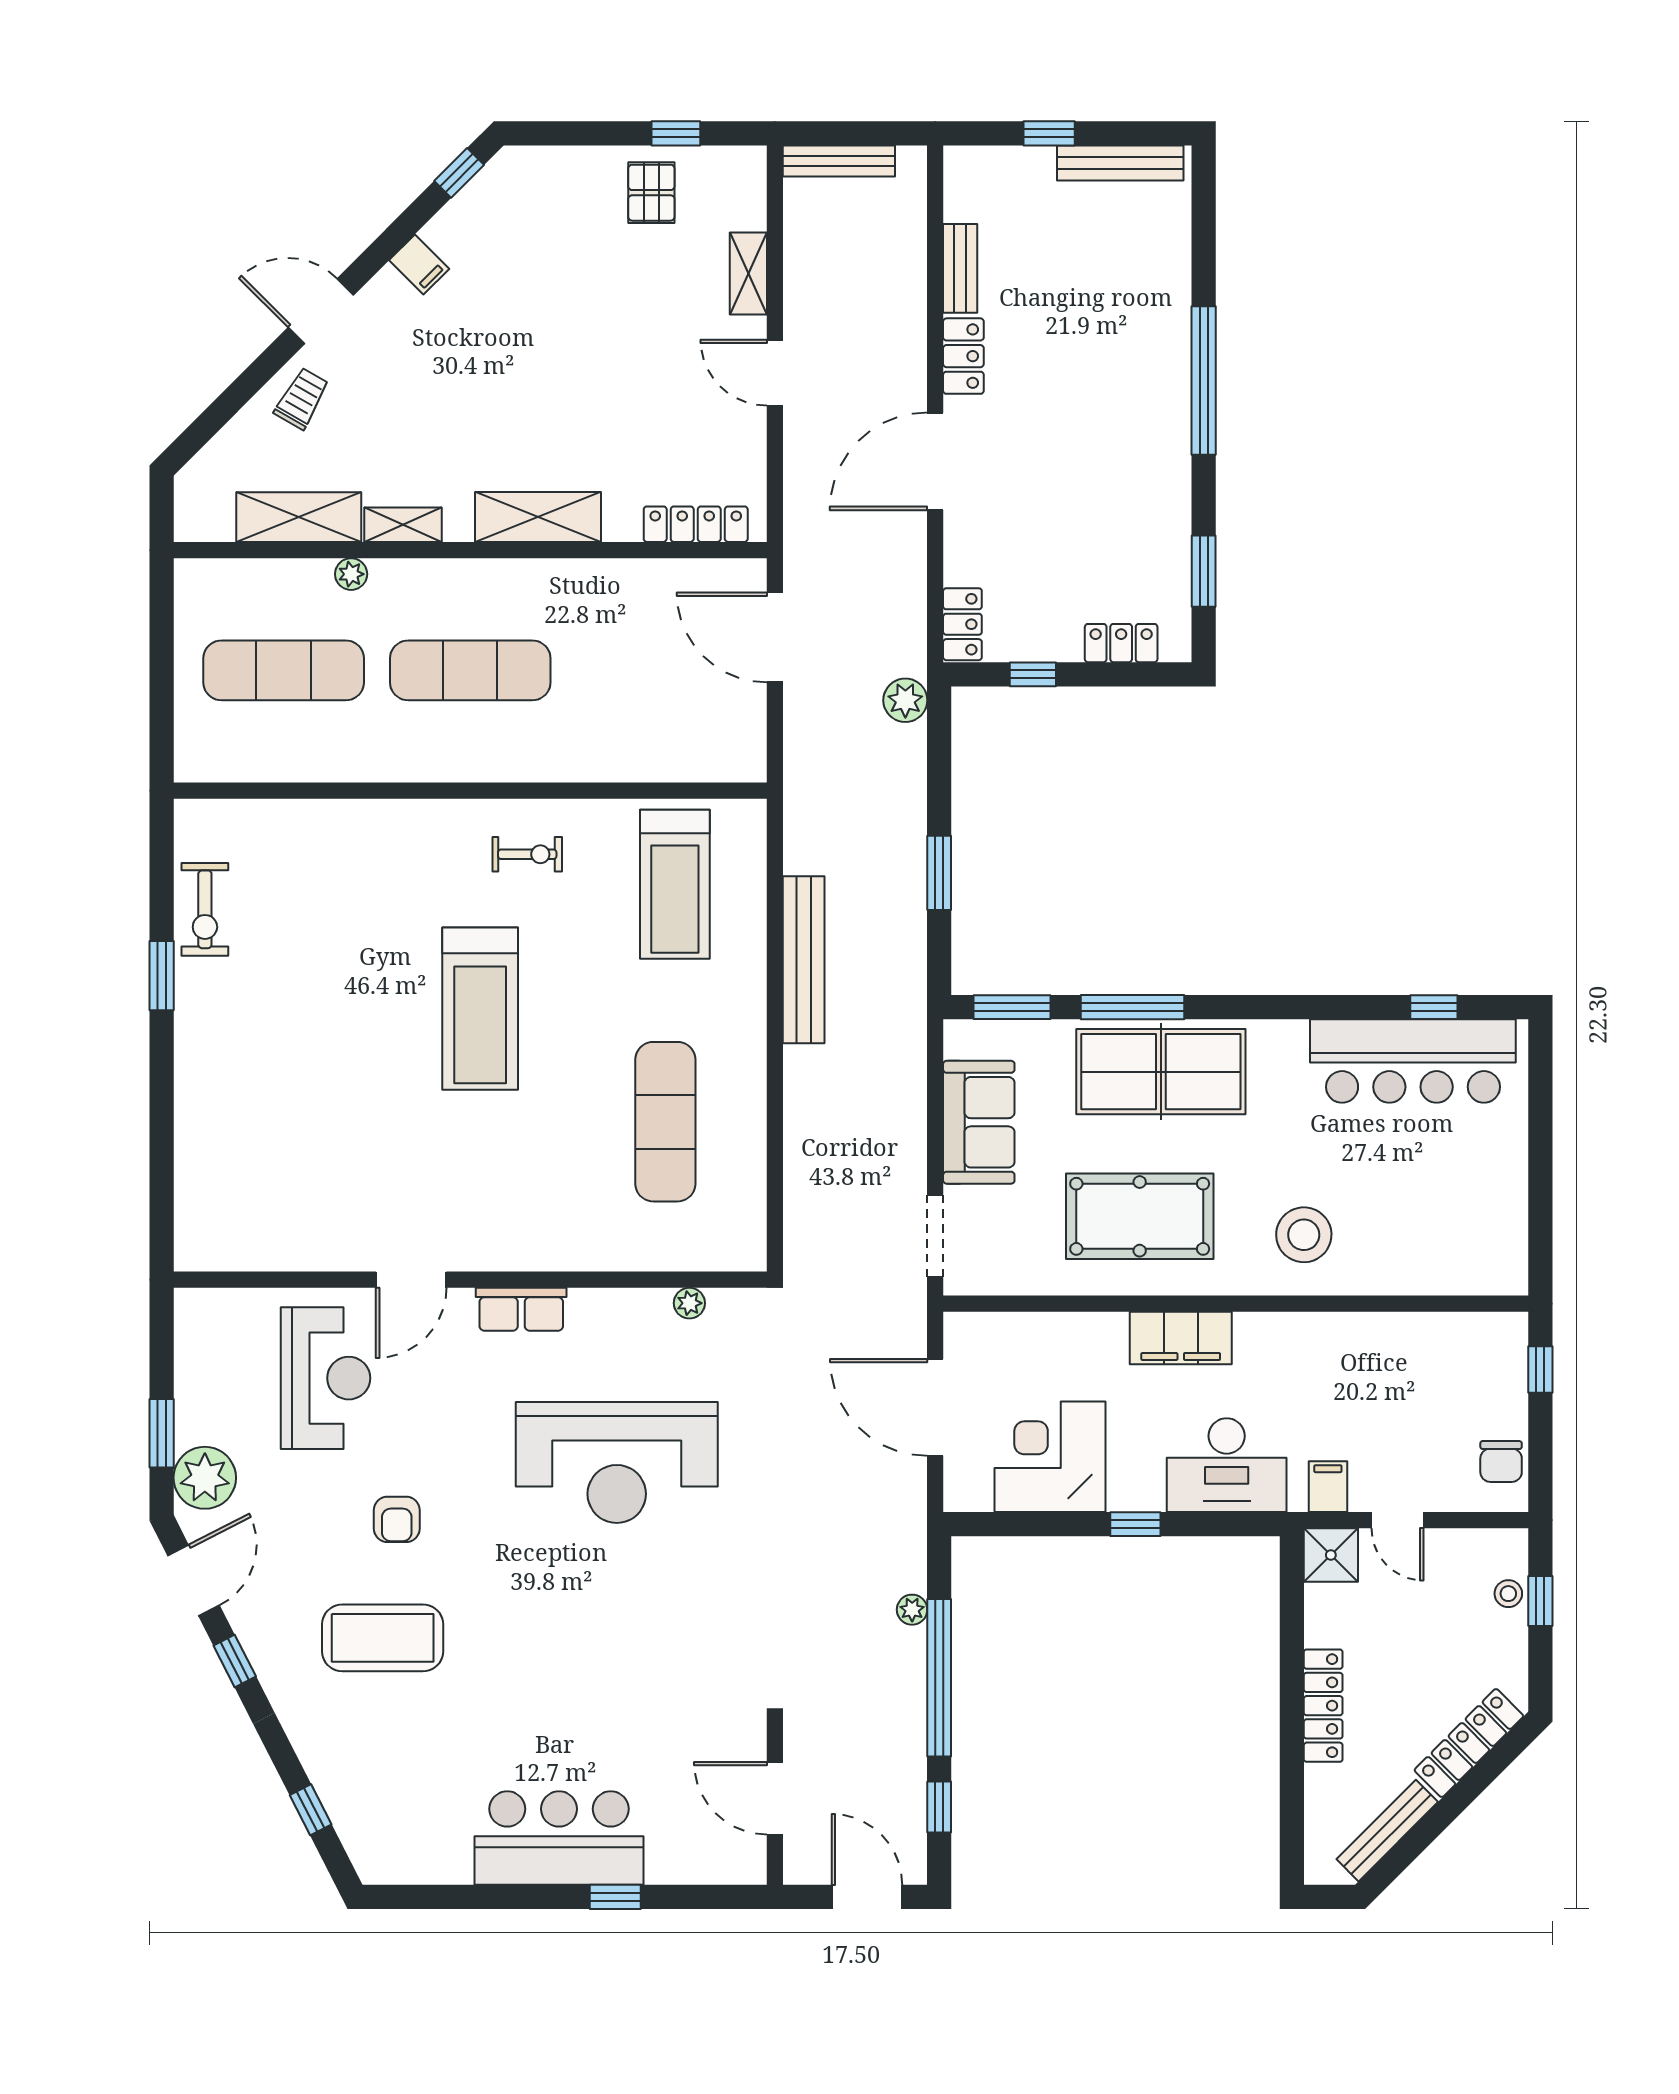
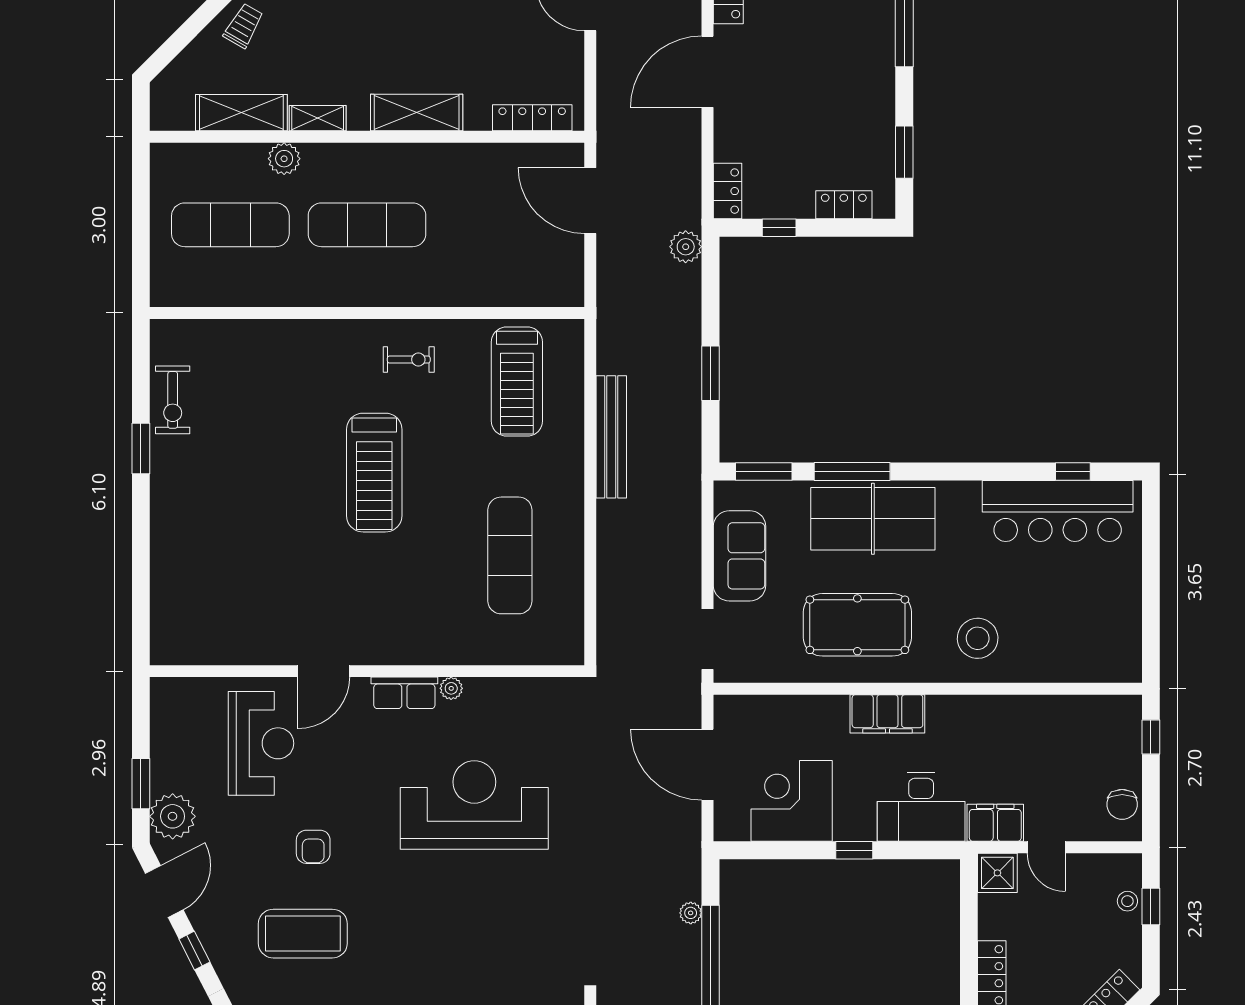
plant: (351, 574) -> (284, 159), width x1.38, depth x1.38
plant: (689, 1303) -> (451, 688), moved
reception desk: (617, 1462) -> (474, 805), turned 180
filing cabinet: (1328, 1487) -> (995, 823), width x2.00

